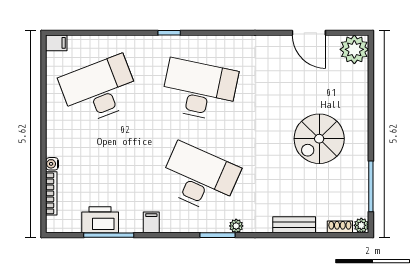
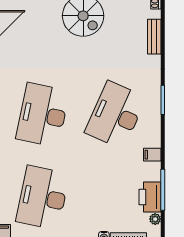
desk: (99, 90) -> (43, 198), turned 33
plant: (236, 226) -> (155, 219), moved

